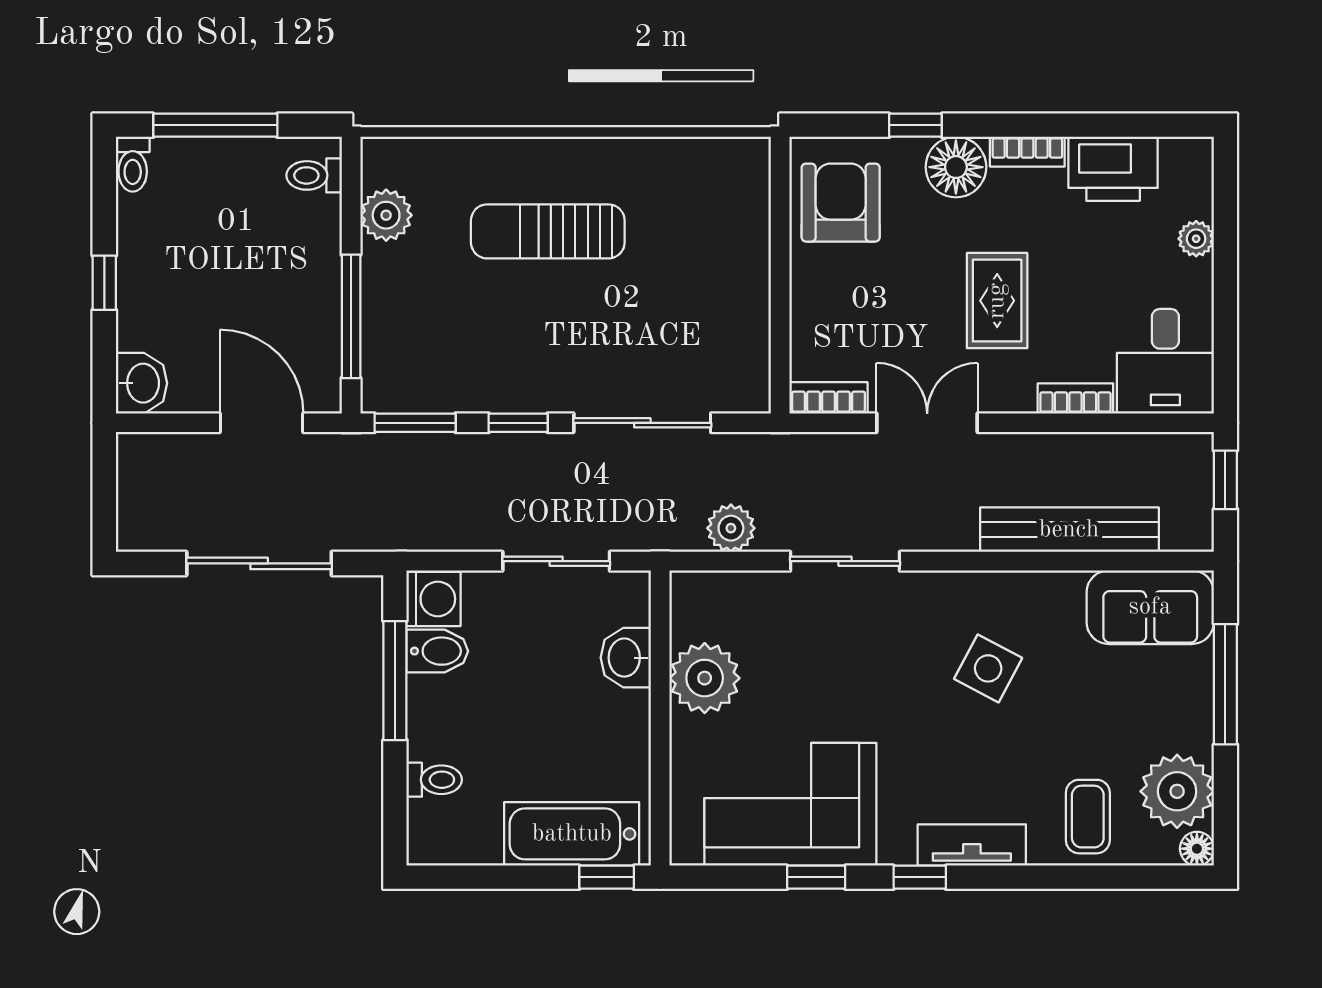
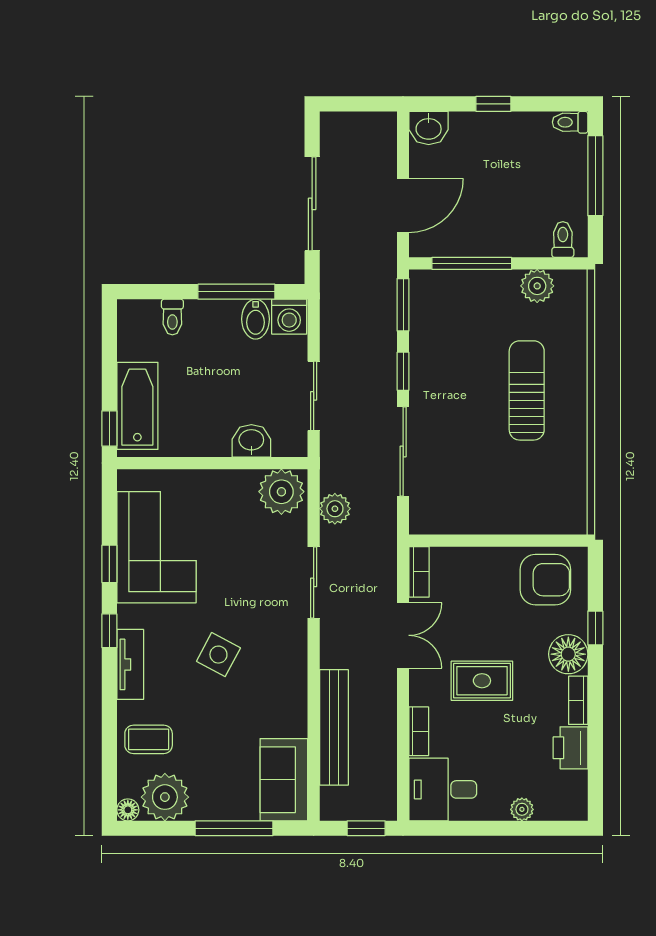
printer: (1113, 169) -> (570, 748), width x0.73, depth x0.84
side table: (988, 668) -> (218, 655), moved
plant: (705, 678) -> (281, 492), moved

